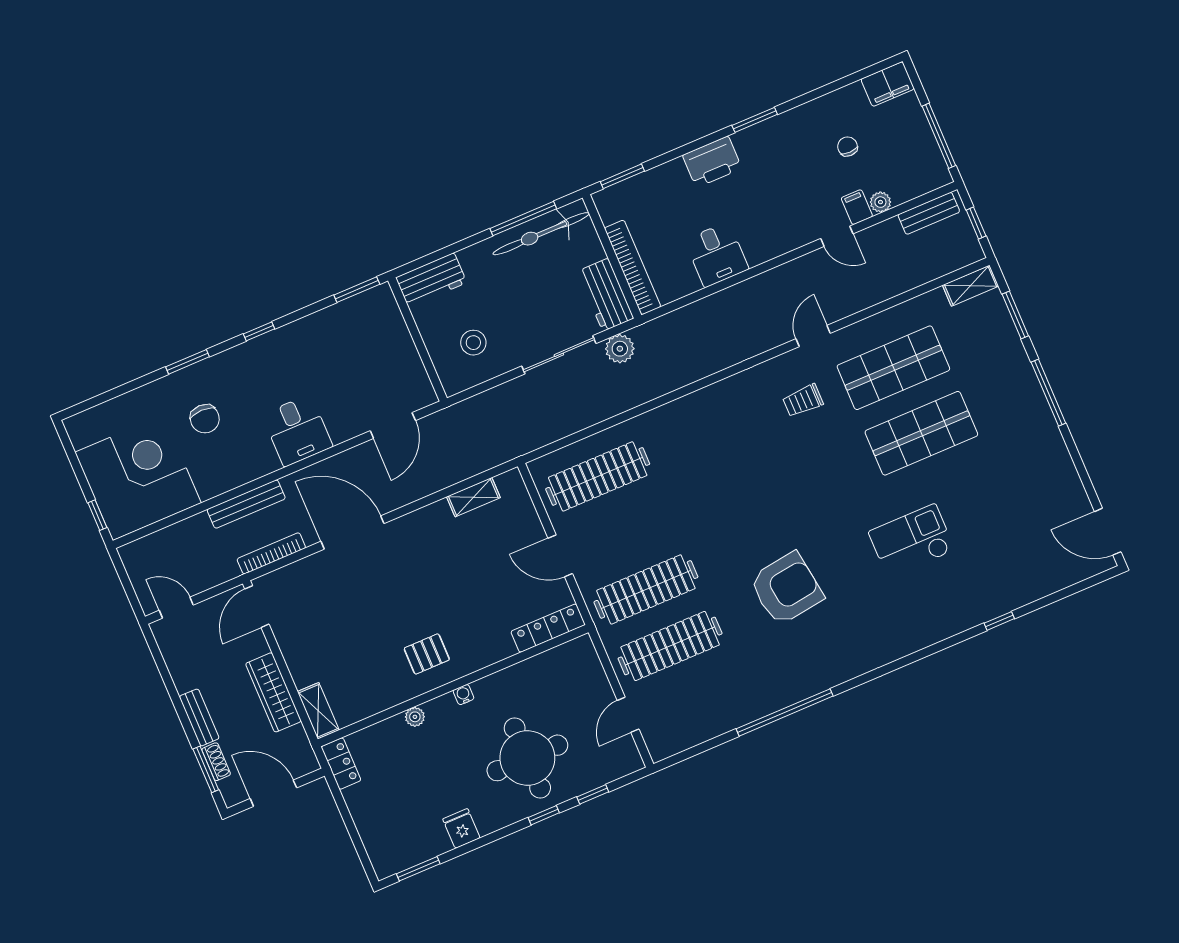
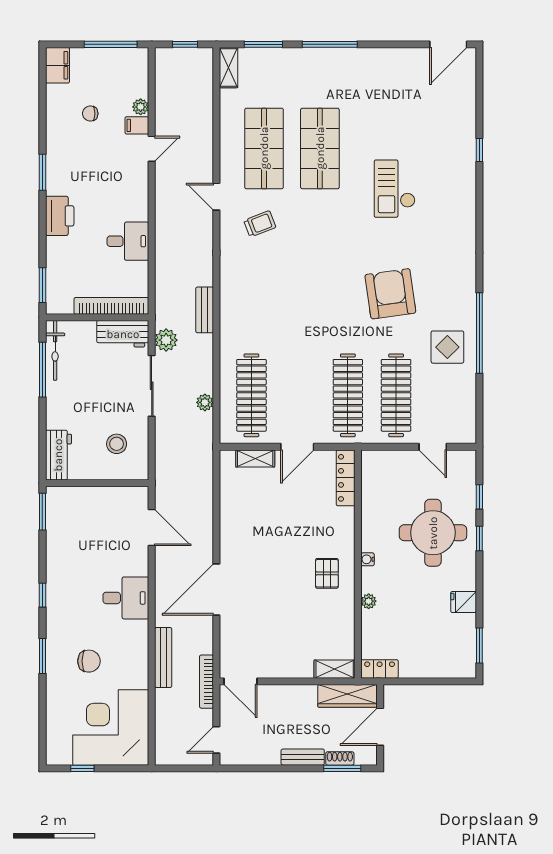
bench: (929, 213) -> (205, 310), moved
bicycle: (541, 234) -> (55, 350), width x0.73, depth x0.71
trolley: (803, 401) -> (260, 224), turned -111
plant: (566, 425) -> (205, 402), added
shelving: (473, 497) -> (255, 458), moved, turned 90
window: (97, 515) -> (82, 768), moved
bookcase: (271, 553) -> (207, 682), moved
display table: (752, 682) -> (447, 347), added
wardrobe: (273, 692) -> (348, 696), moved

